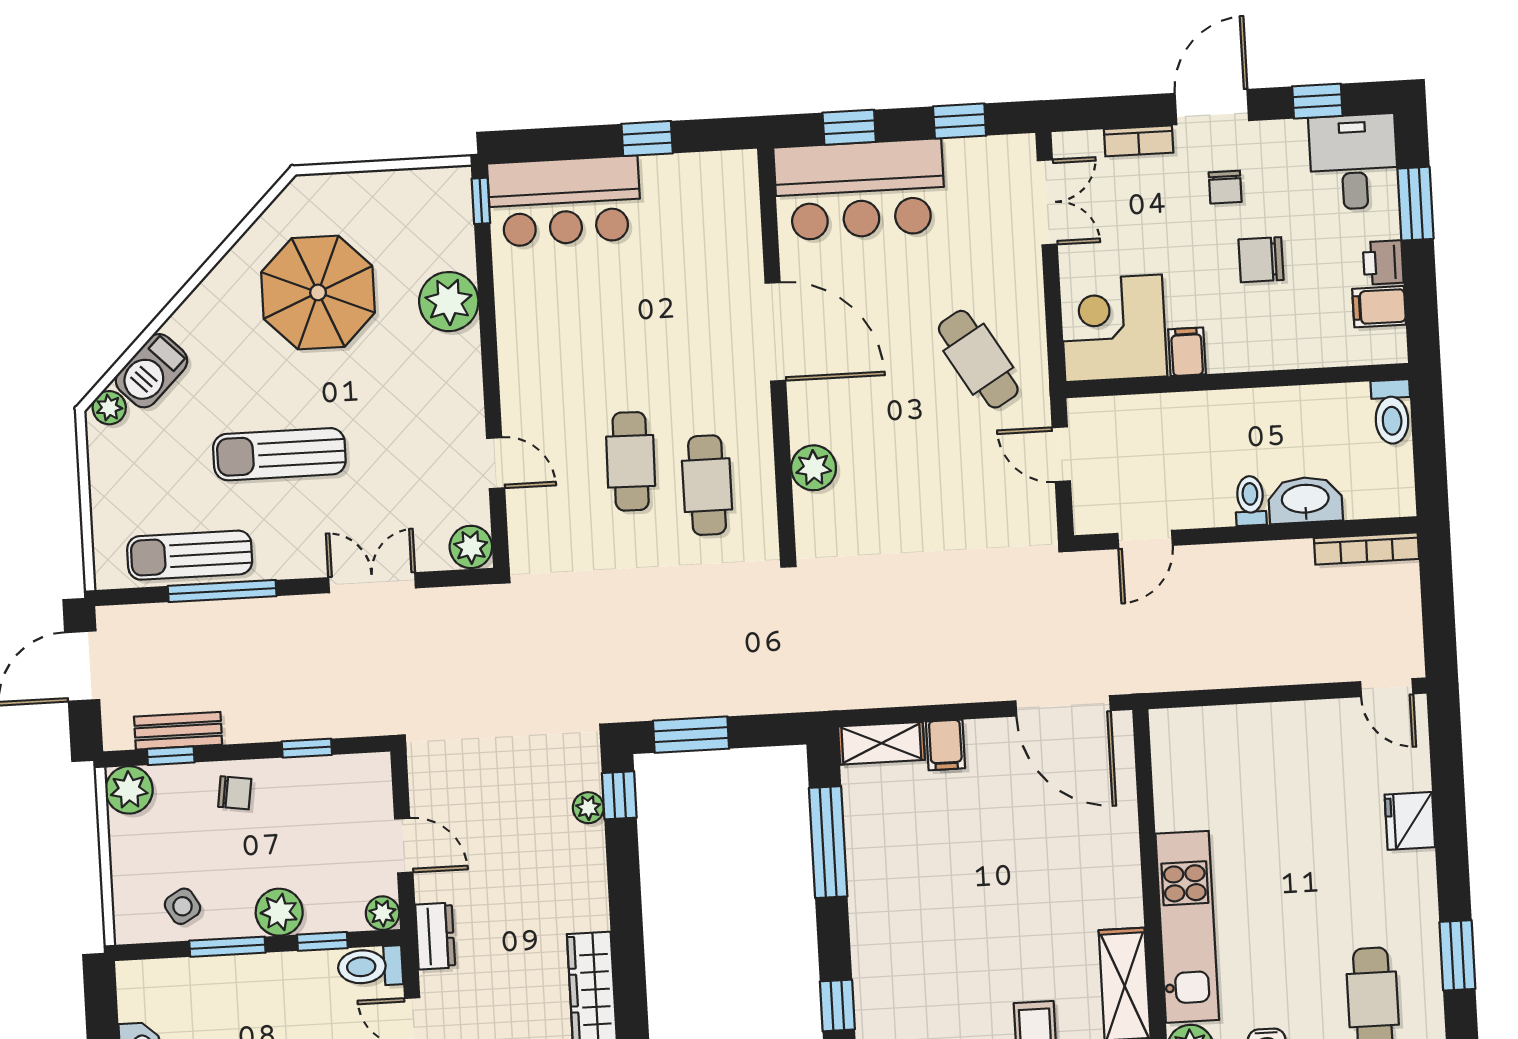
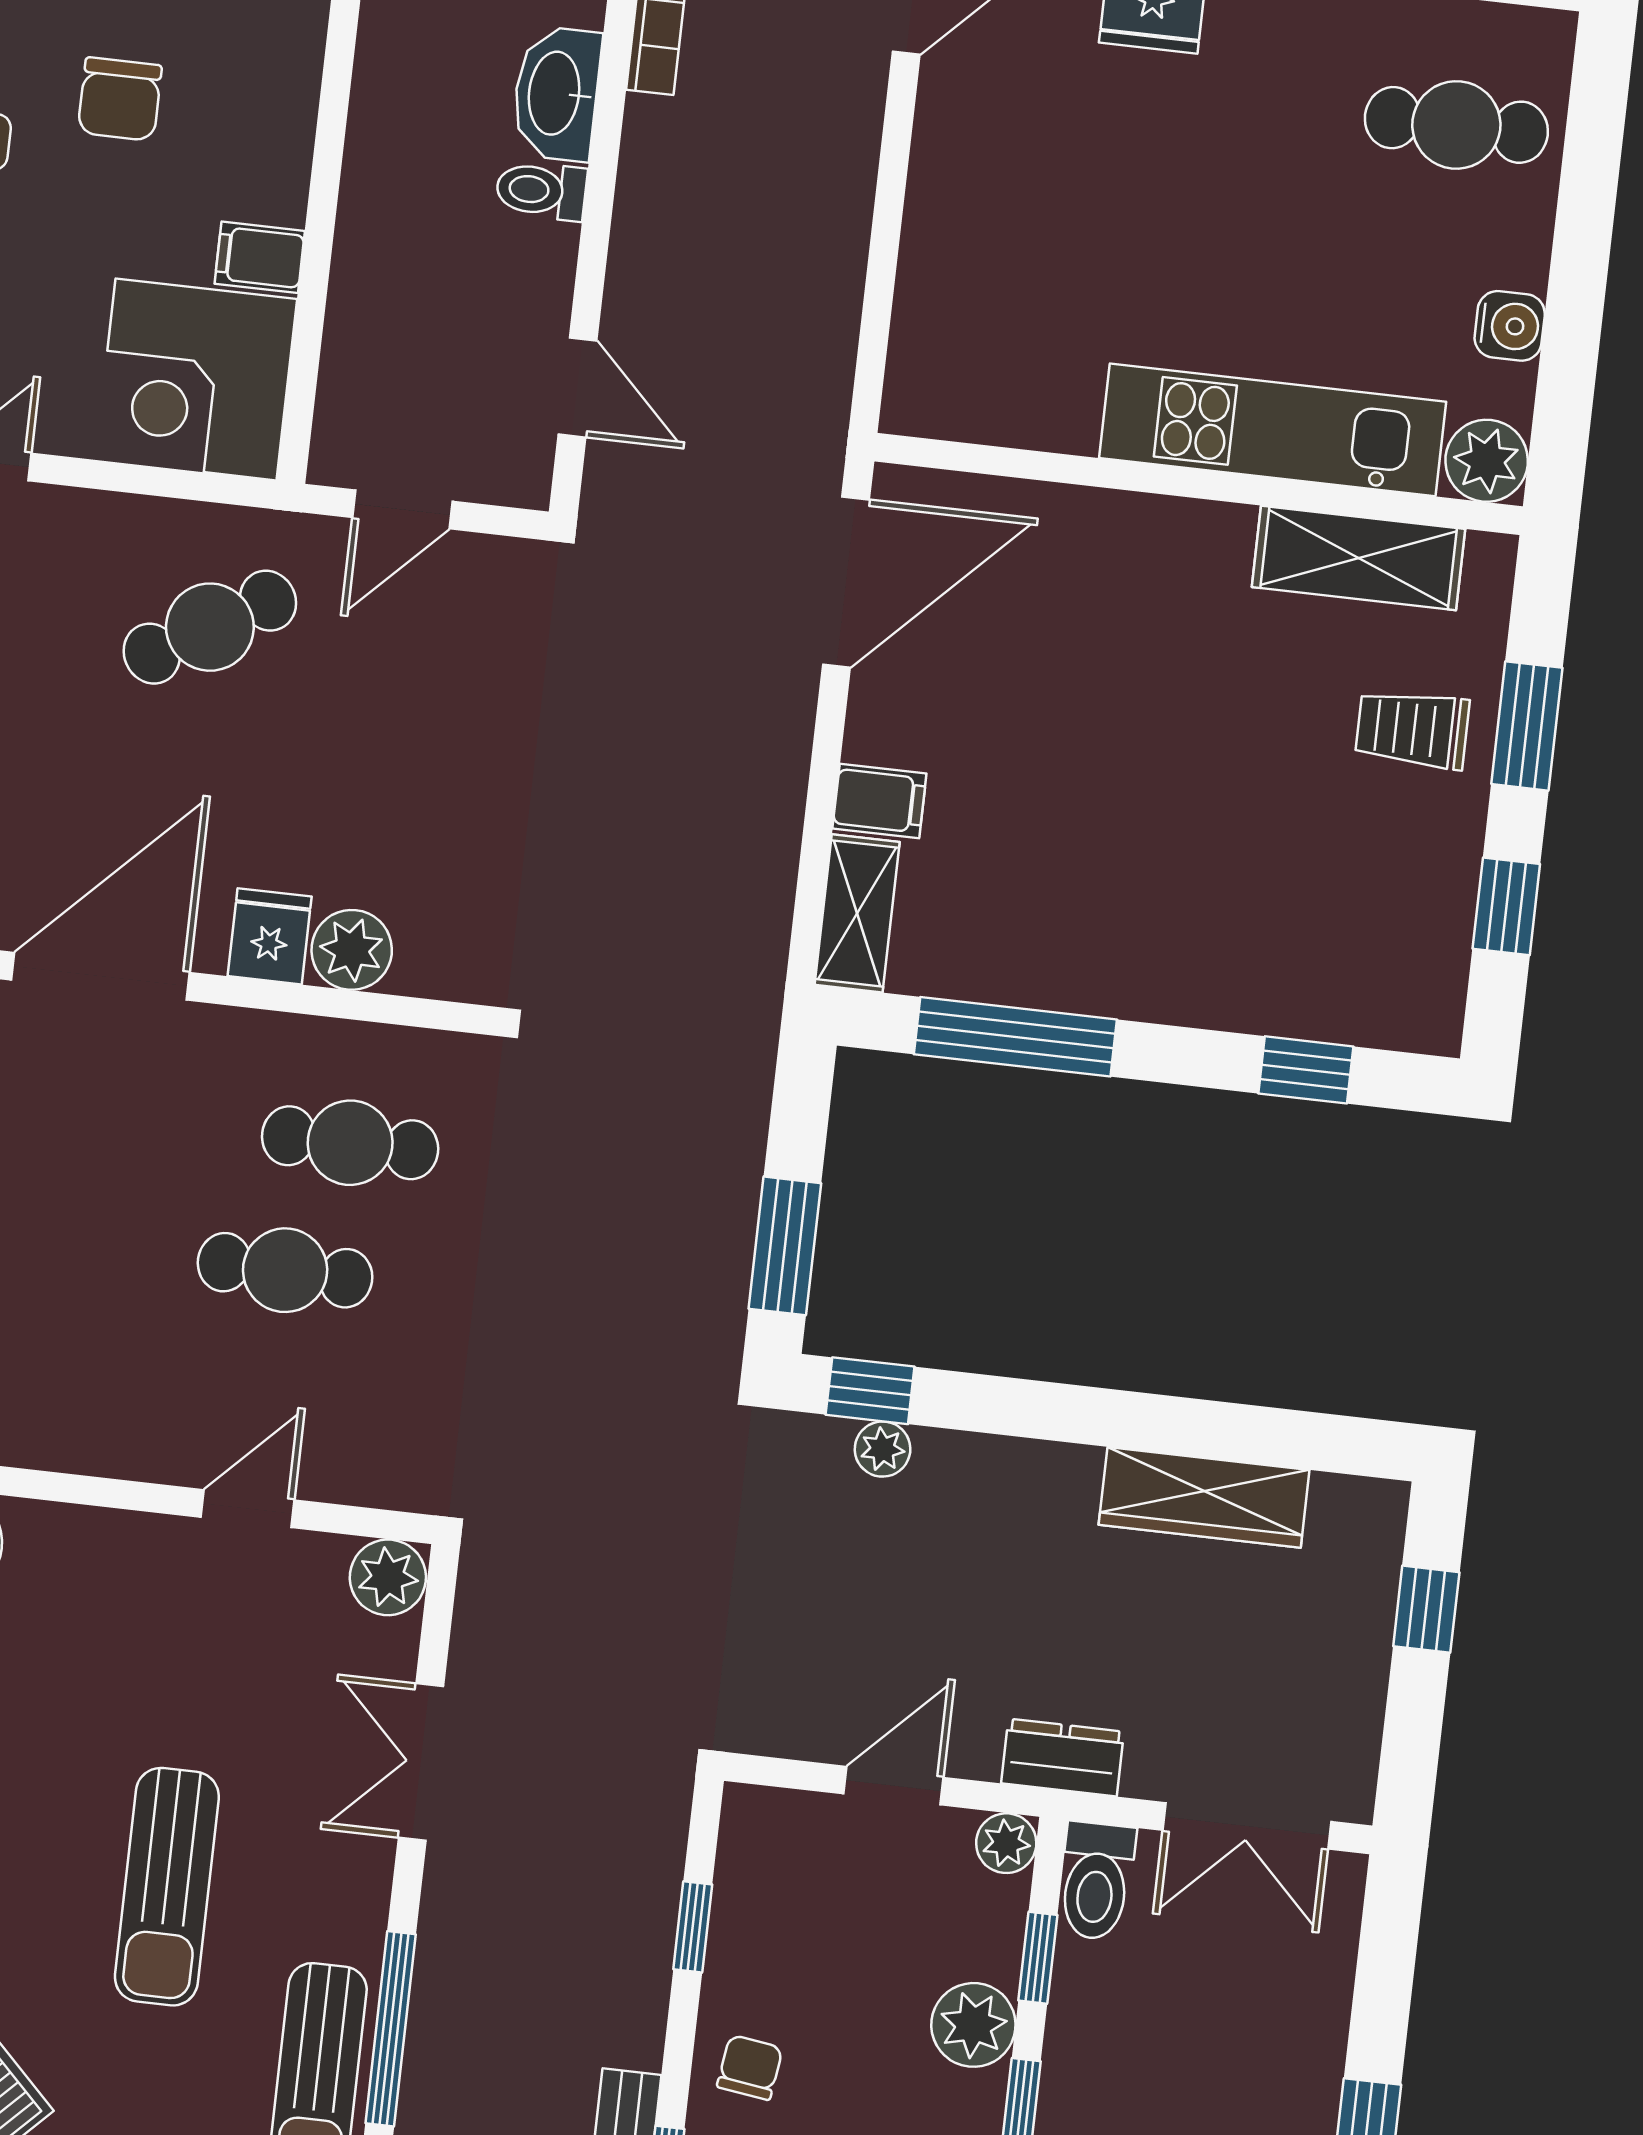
fridge: (813, 421) -> (270, 936), added

